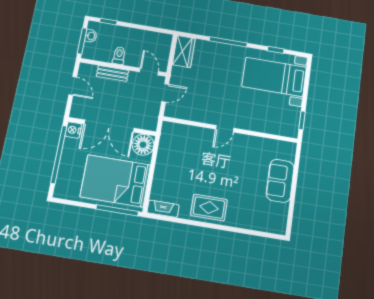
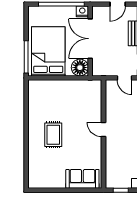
sofa: (280, 181) -> (82, 179), moved
rug: (209, 207) -> (53, 135), moved
fireplace: (163, 209) -> (33, 91), removed

